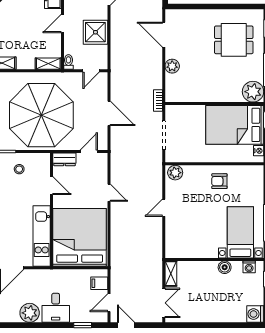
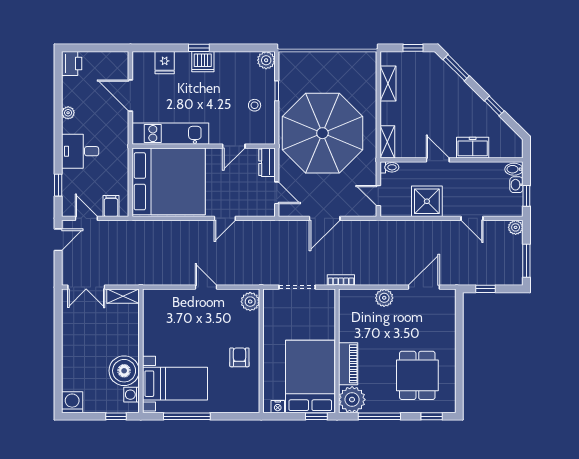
piano: (225, 95) -> (348, 364), added
boiler: (225, 267) -> (124, 371), width x1.86, depth x1.86
plant: (30, 313) -> (68, 113), width x0.53, depth x0.53

